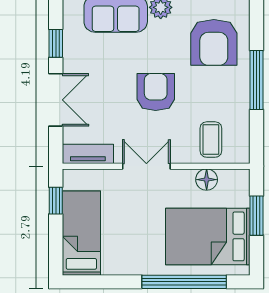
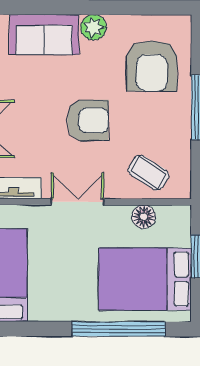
armchair: (156, 92) -> (88, 120), turned 90
coffee table: (211, 140) -> (148, 173), turned -58

